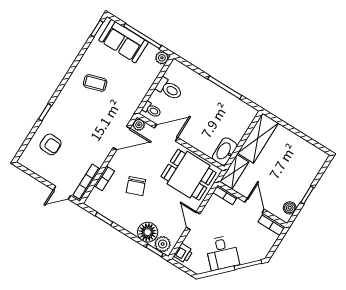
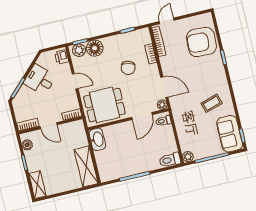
sofa: (123, 41) -> (230, 134), moved, turned -90
toilet: (169, 89) -> (170, 160), moved
door: (122, 138) -> (164, 87), swing flipped
armchair: (51, 144) -> (201, 42), width x1.88, depth x1.88
shelving: (234, 172) -> (37, 185), moved
chair: (136, 186) -> (128, 68), turned -144

